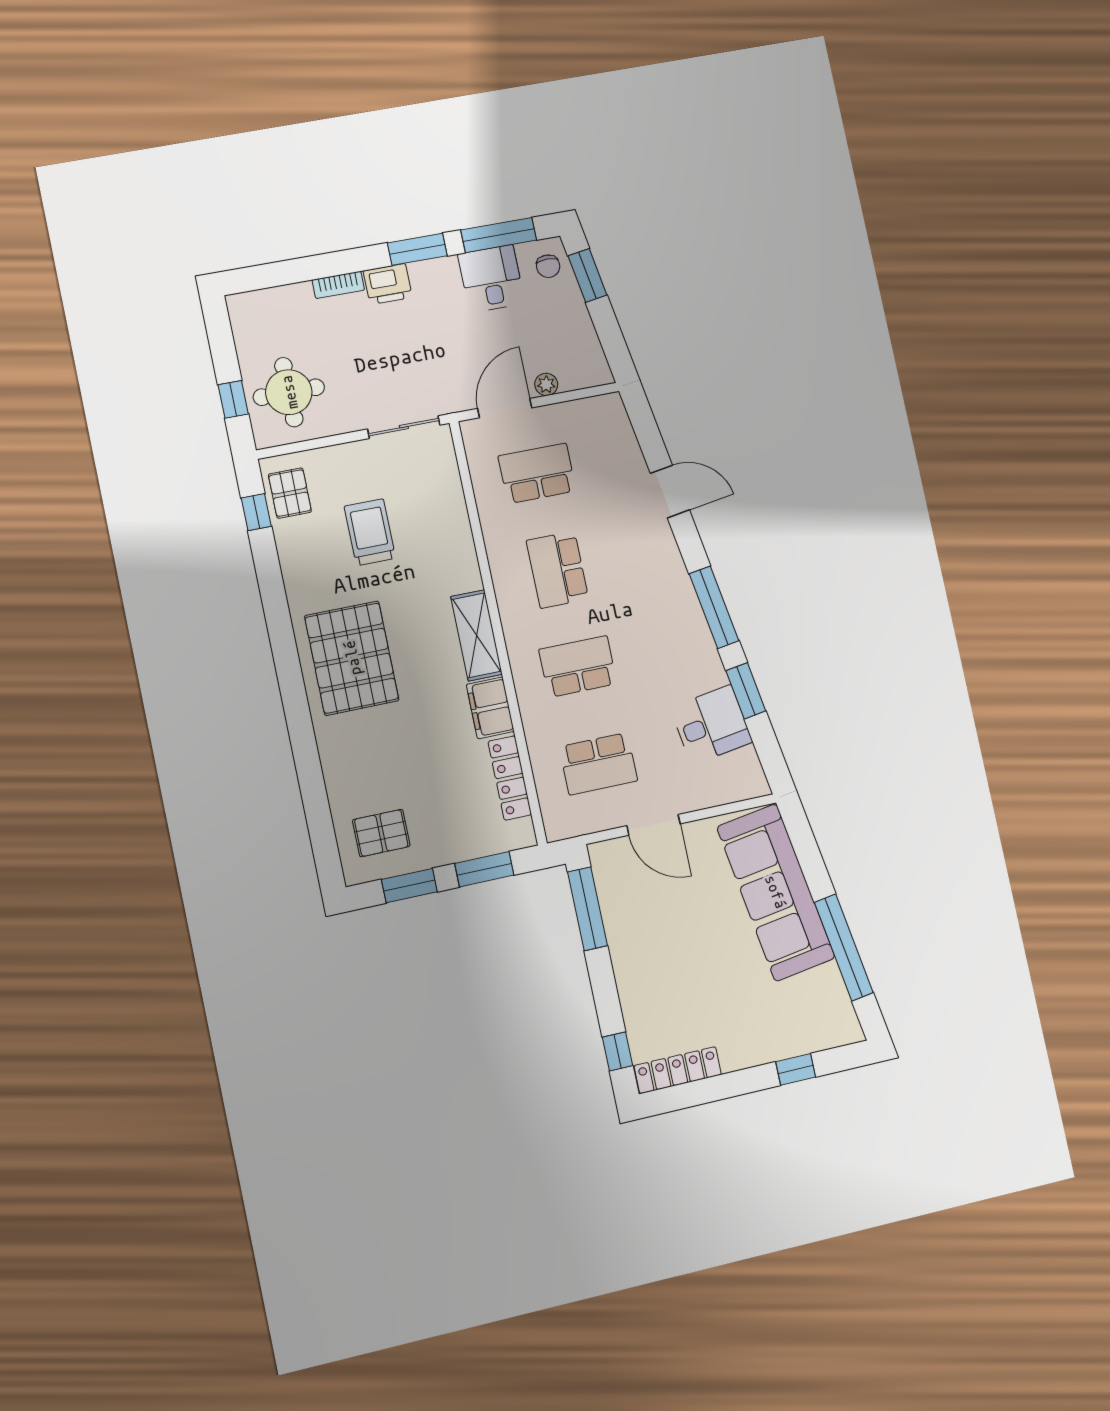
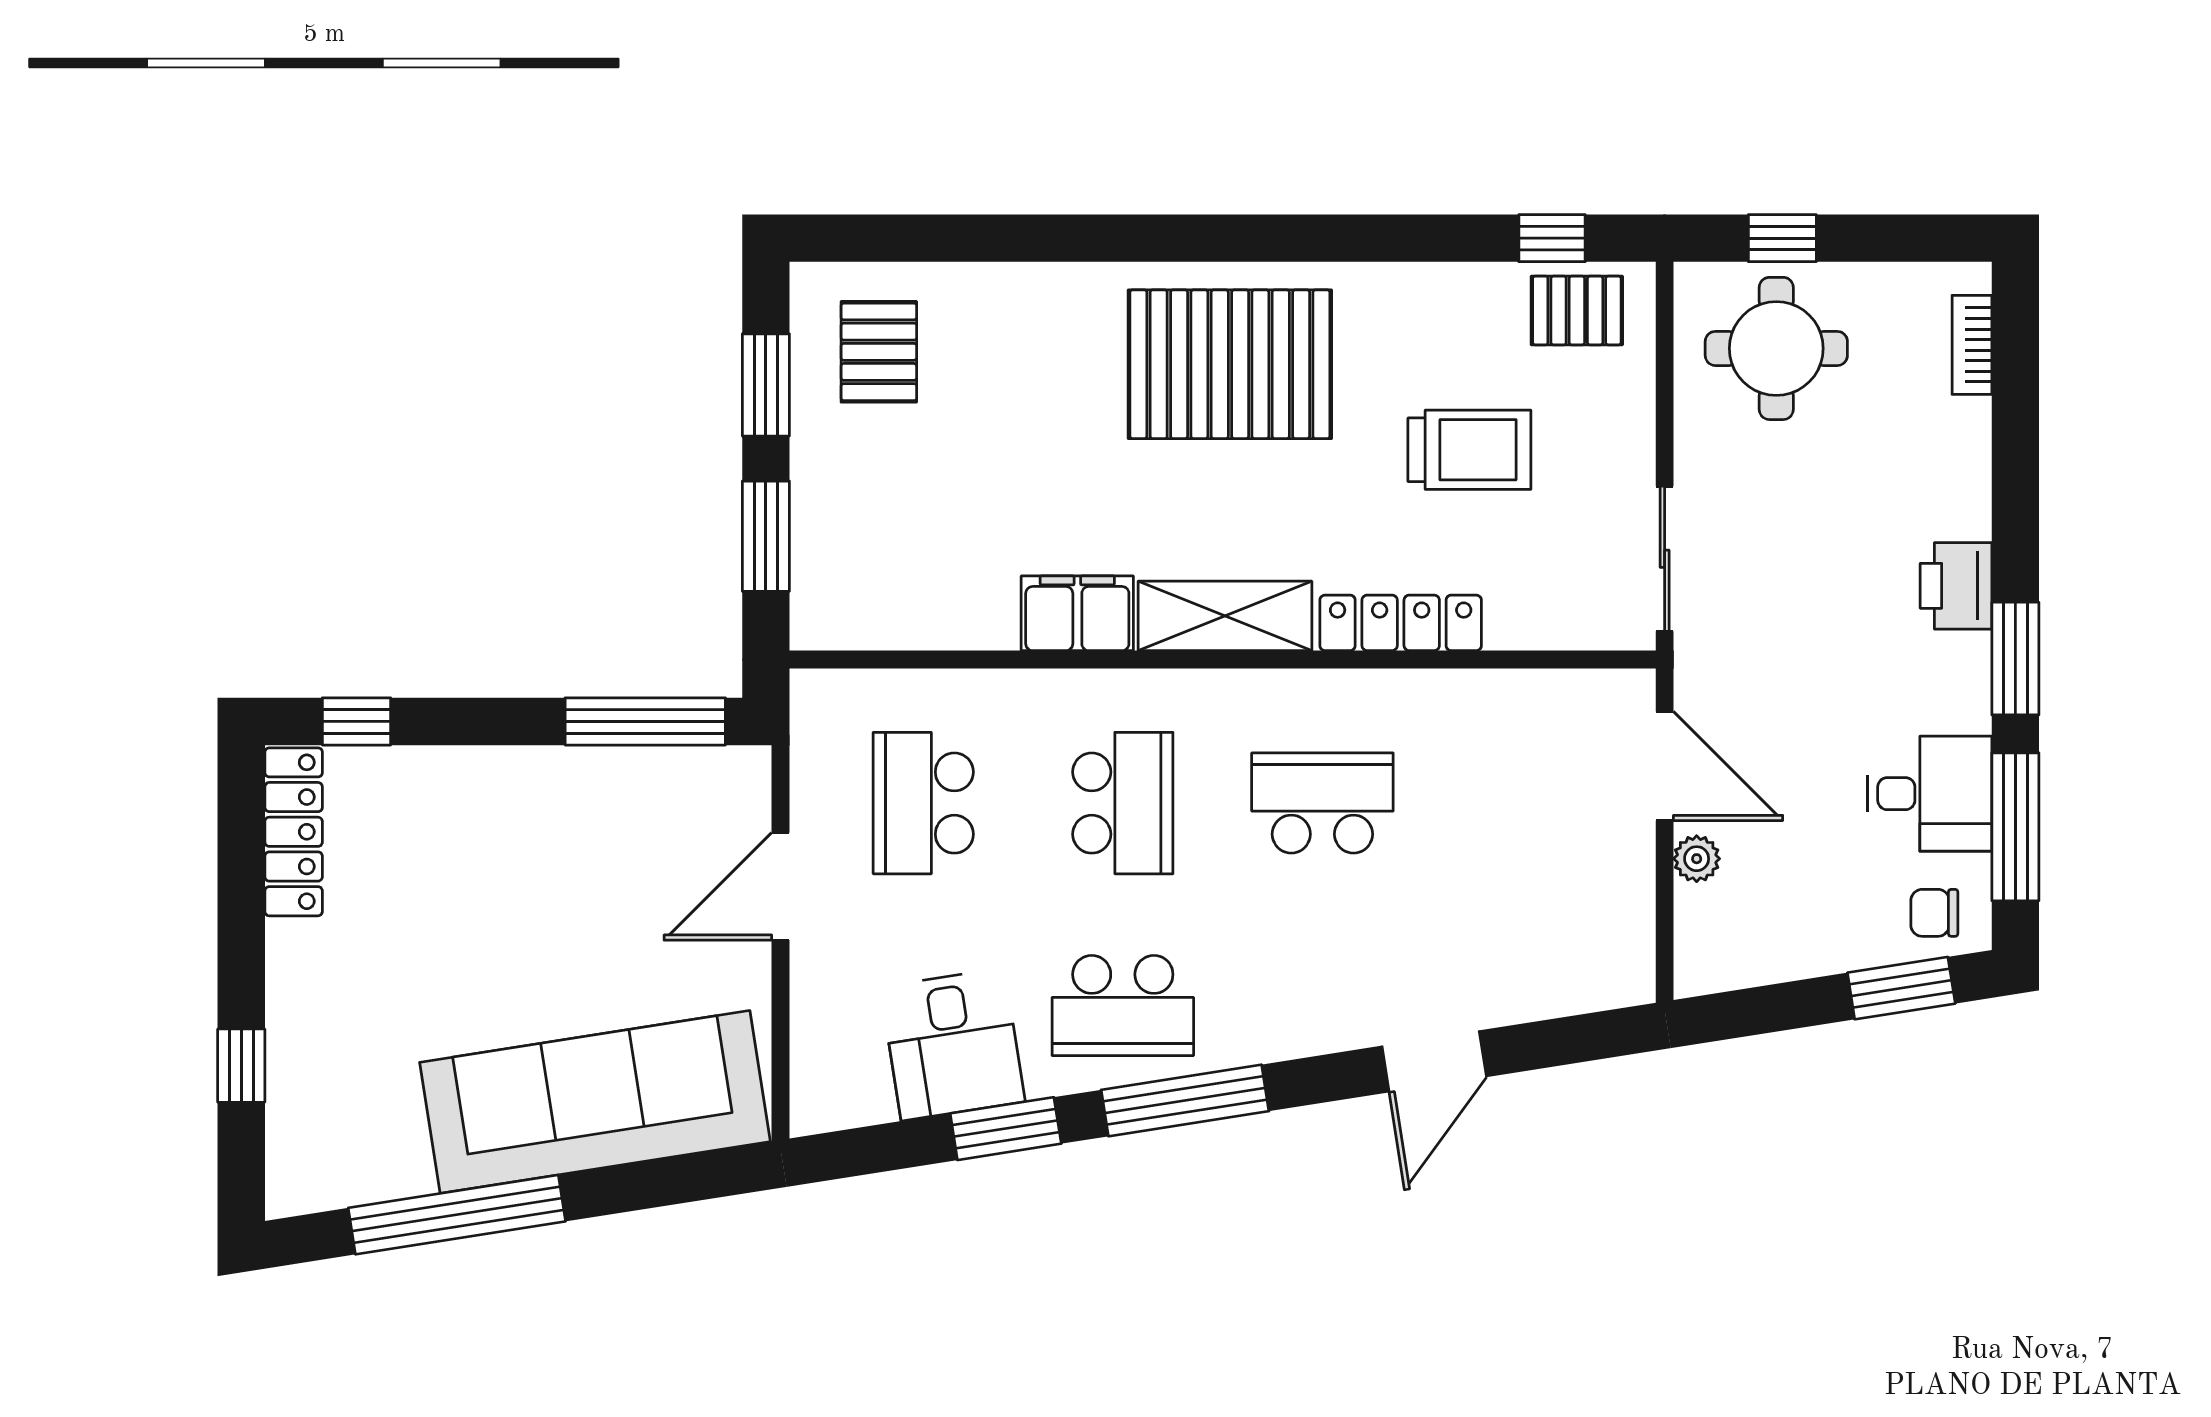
bookcase: (338, 285) -> (1972, 345), moved
school desk: (537, 473) -> (1123, 1005), moved, turned 90
locker: (510, 778) -> (1401, 623), moved

